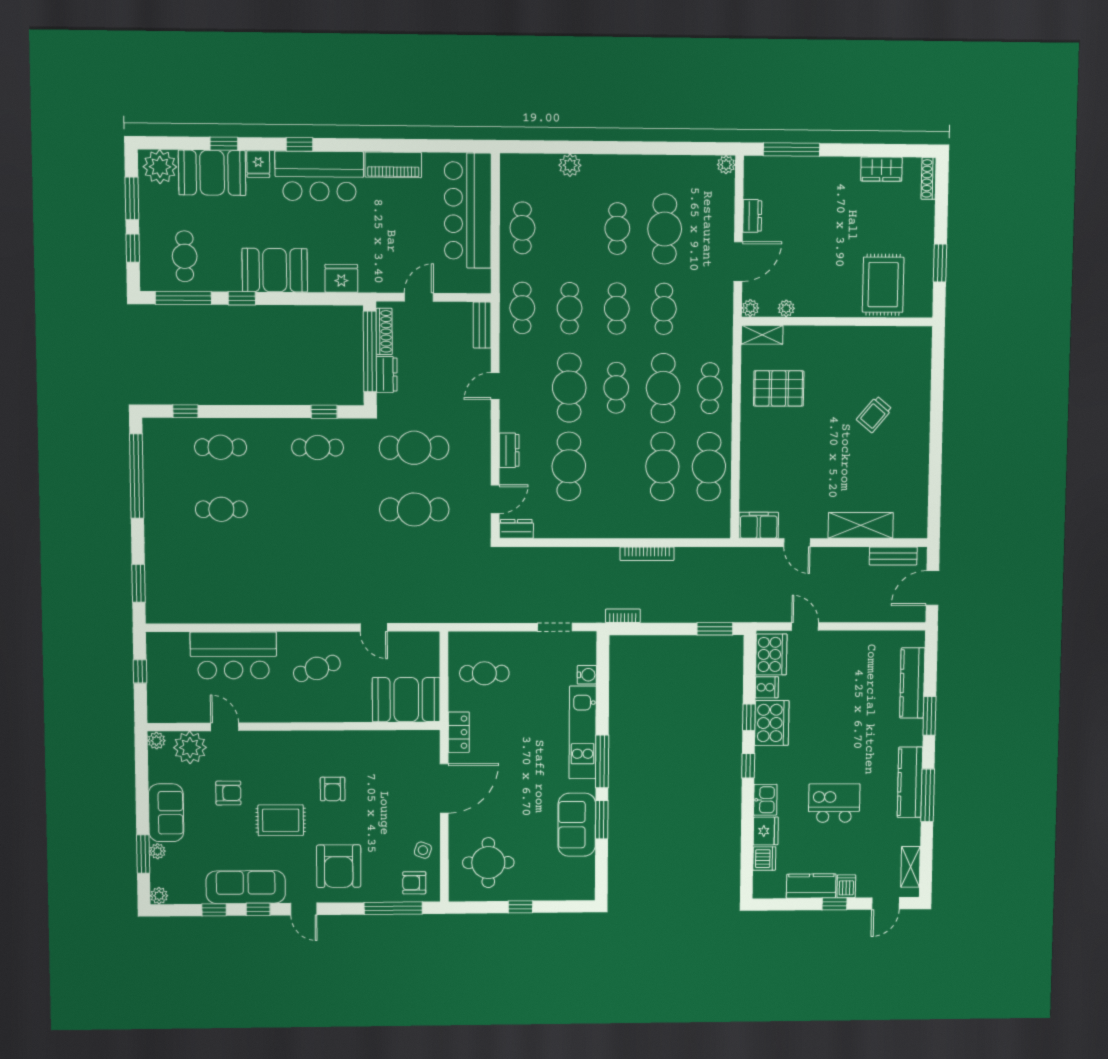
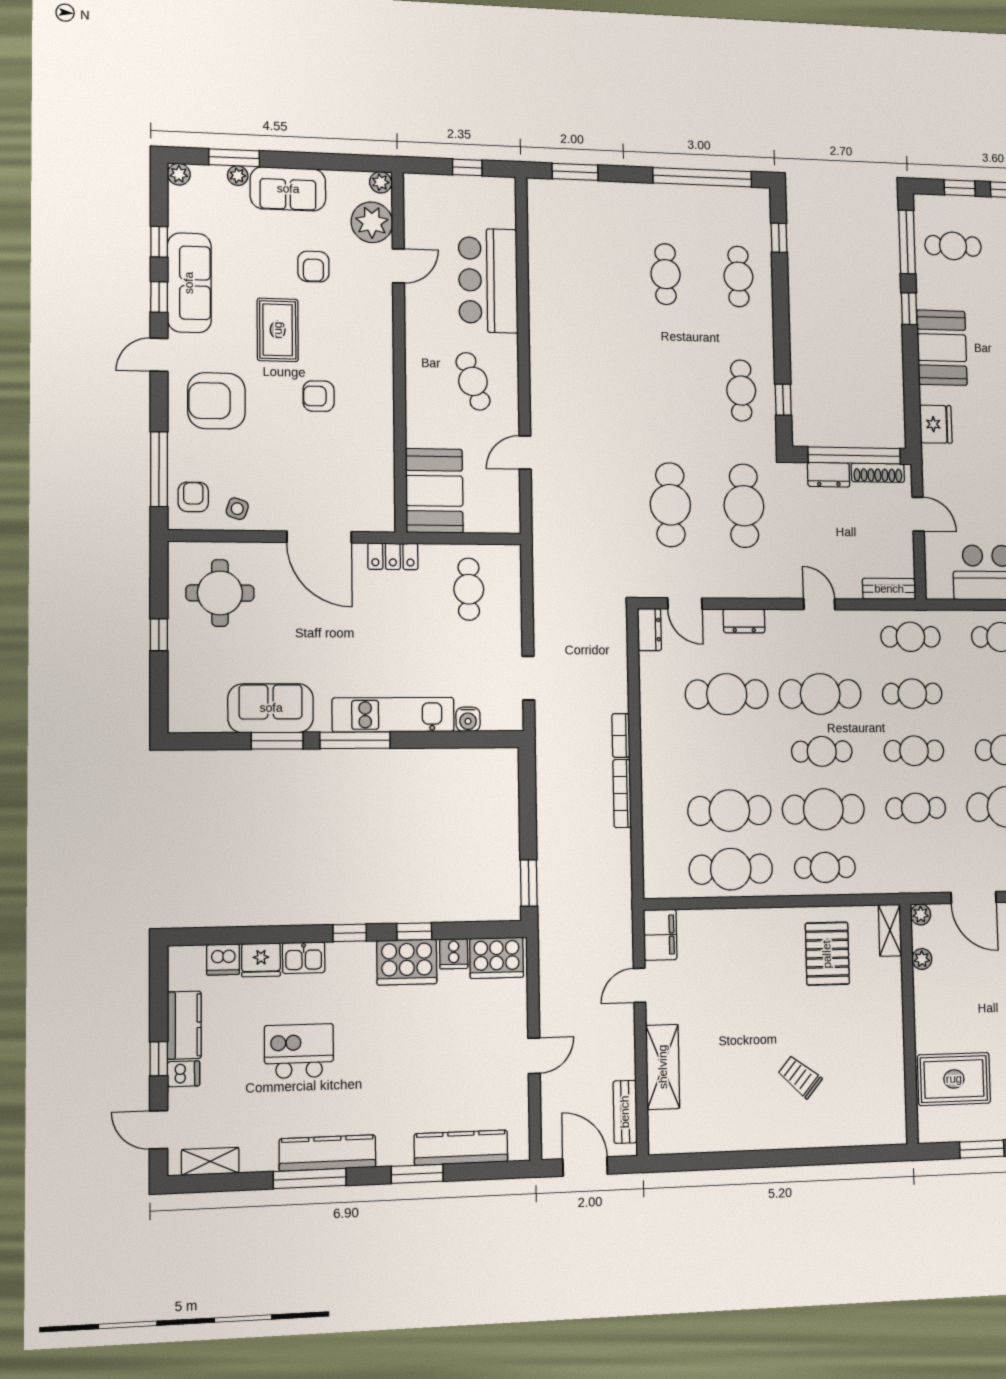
bookcase: (623, 616) -> (621, 735), moved, turned 180
door: (805, 626) -> (534, 1056), moved
kitchen island: (834, 803) -> (299, 1051), turned -90

